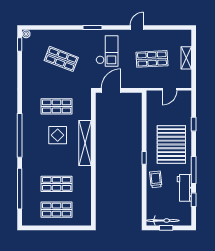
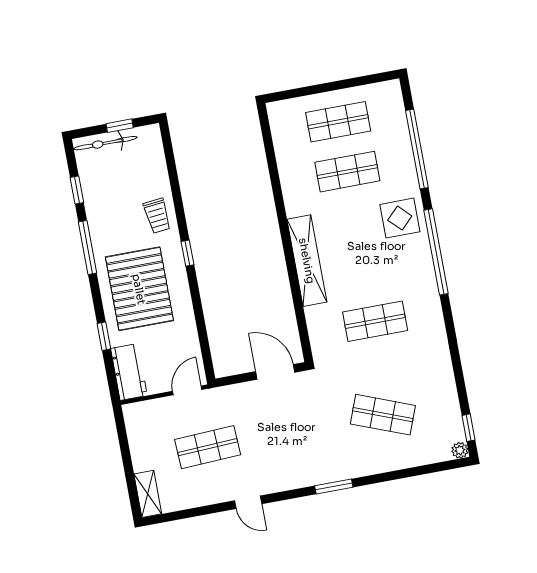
door: (137, 28) -> (248, 502), hinge flipped
checkout: (107, 51) -> (297, 446), removed
shelving: (186, 58) -> (148, 494), moved
door: (169, 89) -> (187, 390), moved
door: (111, 90) -> (275, 372), swing flipped
display table: (58, 135) -> (400, 218), moved
workbench: (184, 188) -> (129, 372), moved
bicycle: (163, 221) -> (105, 143), moved

